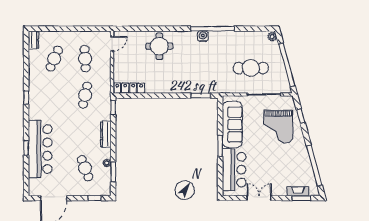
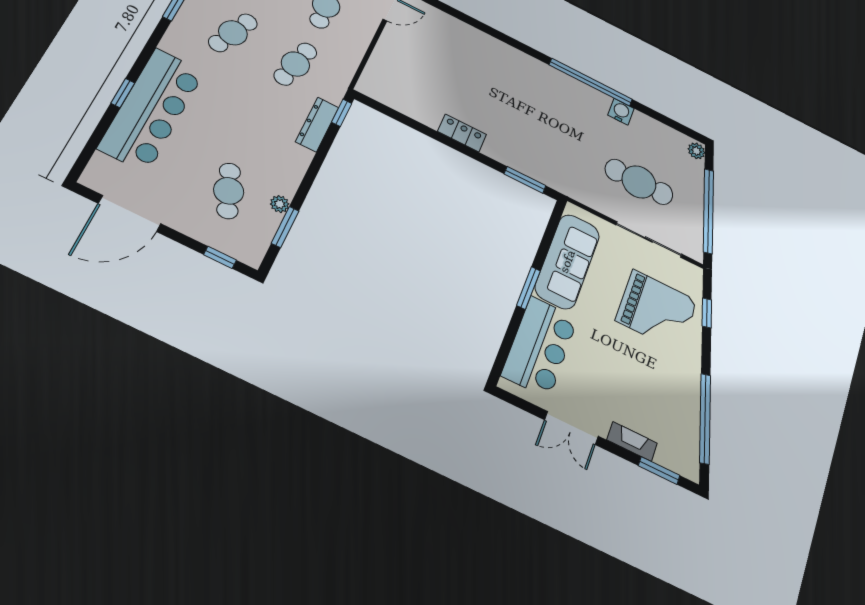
water cooler: (203, 36) -> (621, 112), moved
round table: (159, 46) -> (479, 59), removed
locker: (129, 88) -> (462, 133), moved, width x0.66
cafe table: (54, 95) -> (233, 33), added
grand piano: (278, 127) -> (657, 311), turned -90
dresser: (106, 134) -> (317, 125), moved
fireplace: (298, 191) -> (632, 441), moved
double door: (259, 198) -> (571, 428), swing flipped

